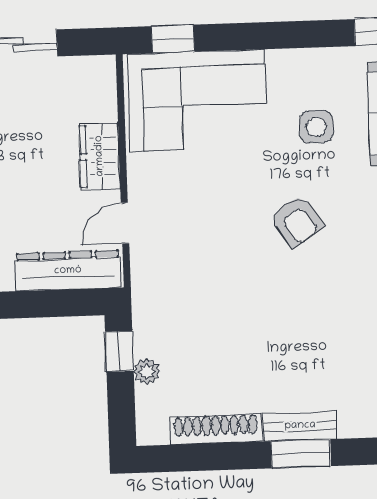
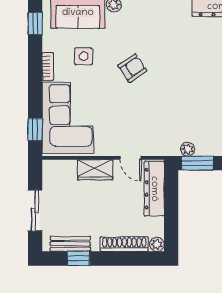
bookcase: (294, 59) -> (48, 67), added
window: (119, 351) -> (197, 163), width x1.50
plant: (147, 372) -> (188, 149), moved

